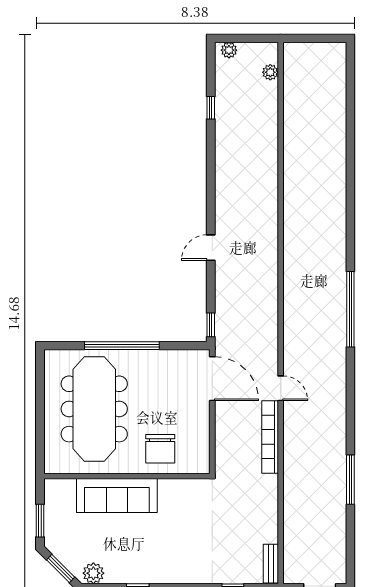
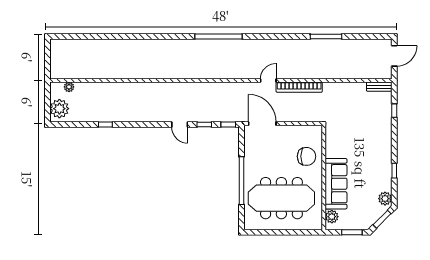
plant: (229, 50) -> (59, 109), width x1.87, depth x1.87
window: (211, 108) -> (105, 125), moved
window: (211, 287) -> (204, 125), added
door: (212, 379) -> (262, 124), hinge flipped
plant: (65, 489) -> (332, 217), added

